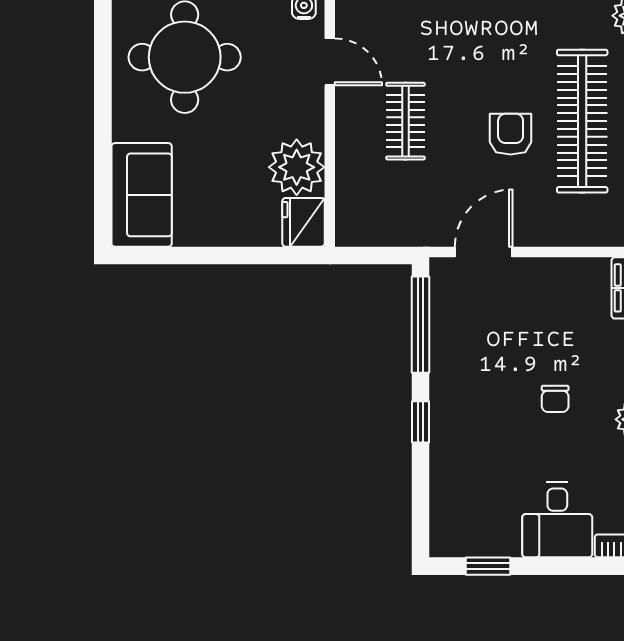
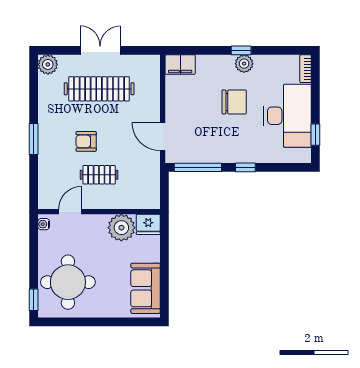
armchair: (511, 134) -> (86, 141), moved
sofa: (142, 195) -> (146, 288), moved, turned -90
chair: (555, 399) -> (234, 102), width x1.87, depth x1.87
desk: (557, 520) -> (287, 116), width x1.87, depth x1.30

